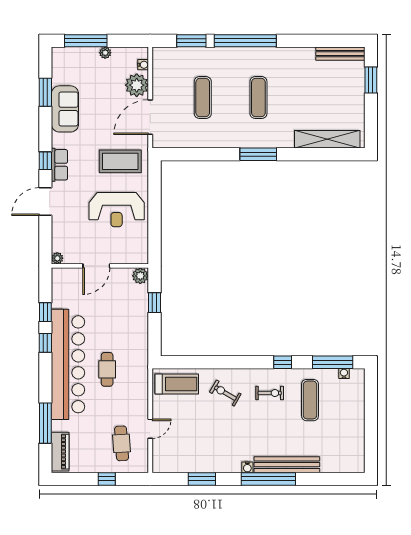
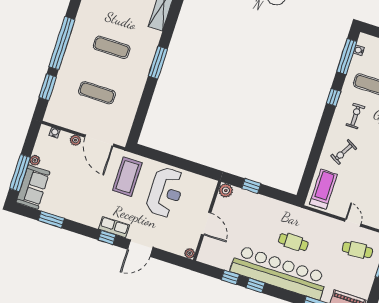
plant: (137, 85) -> (75, 140), width x0.53, depth x0.53
sofa: (65, 109) -> (33, 187), moved, turned 90
door: (45, 202) -> (140, 248), hinge flipped

